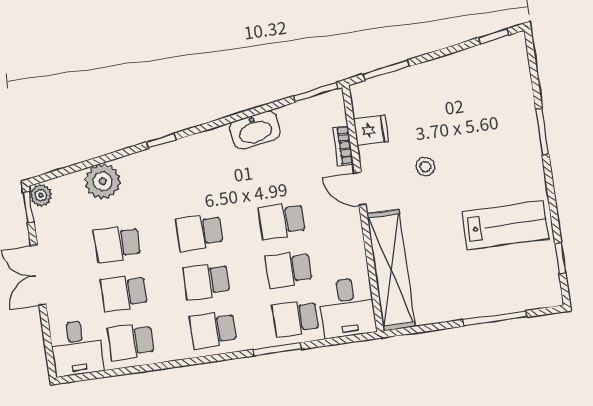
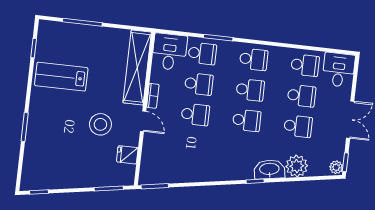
washbasin: (255, 130) -> (269, 169), moved
bookcase: (343, 146) -> (153, 96), moved
stool: (425, 167) -> (100, 124), width x1.89, depth x1.89

